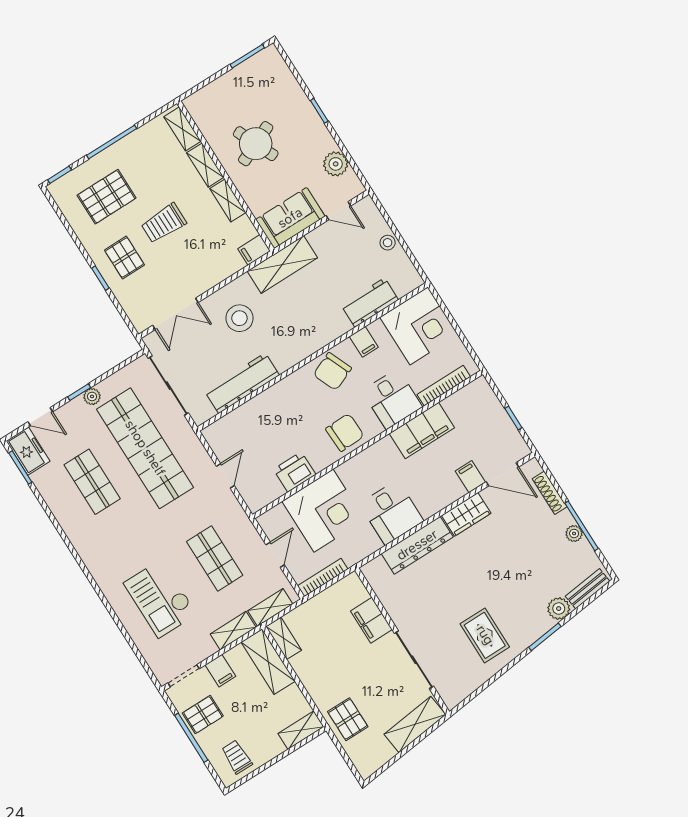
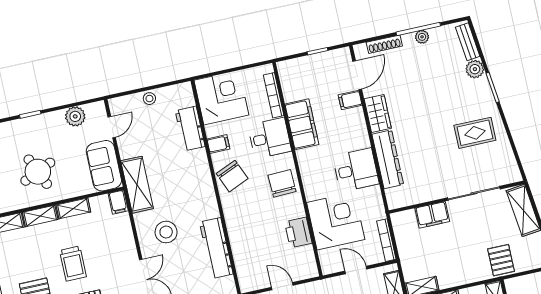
pallet: (348, 719) -> (501, 260), turned 90

